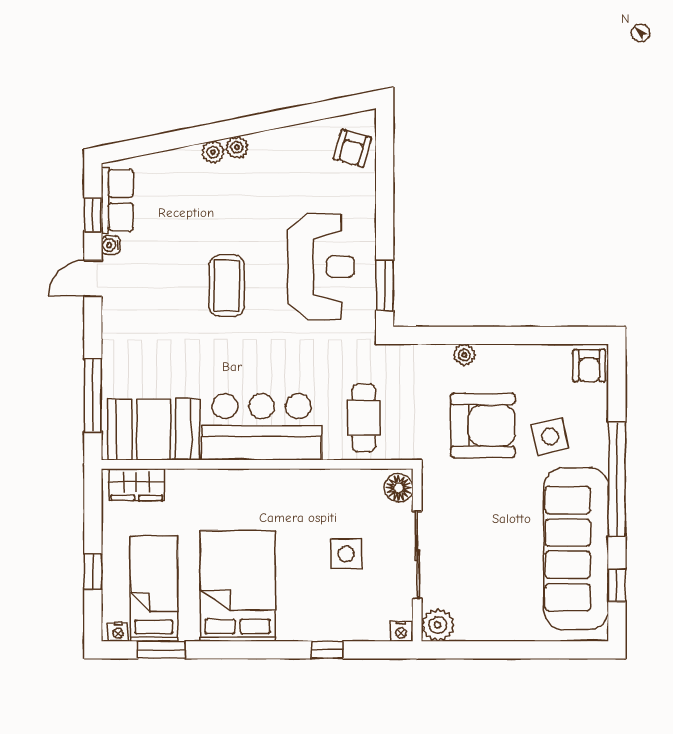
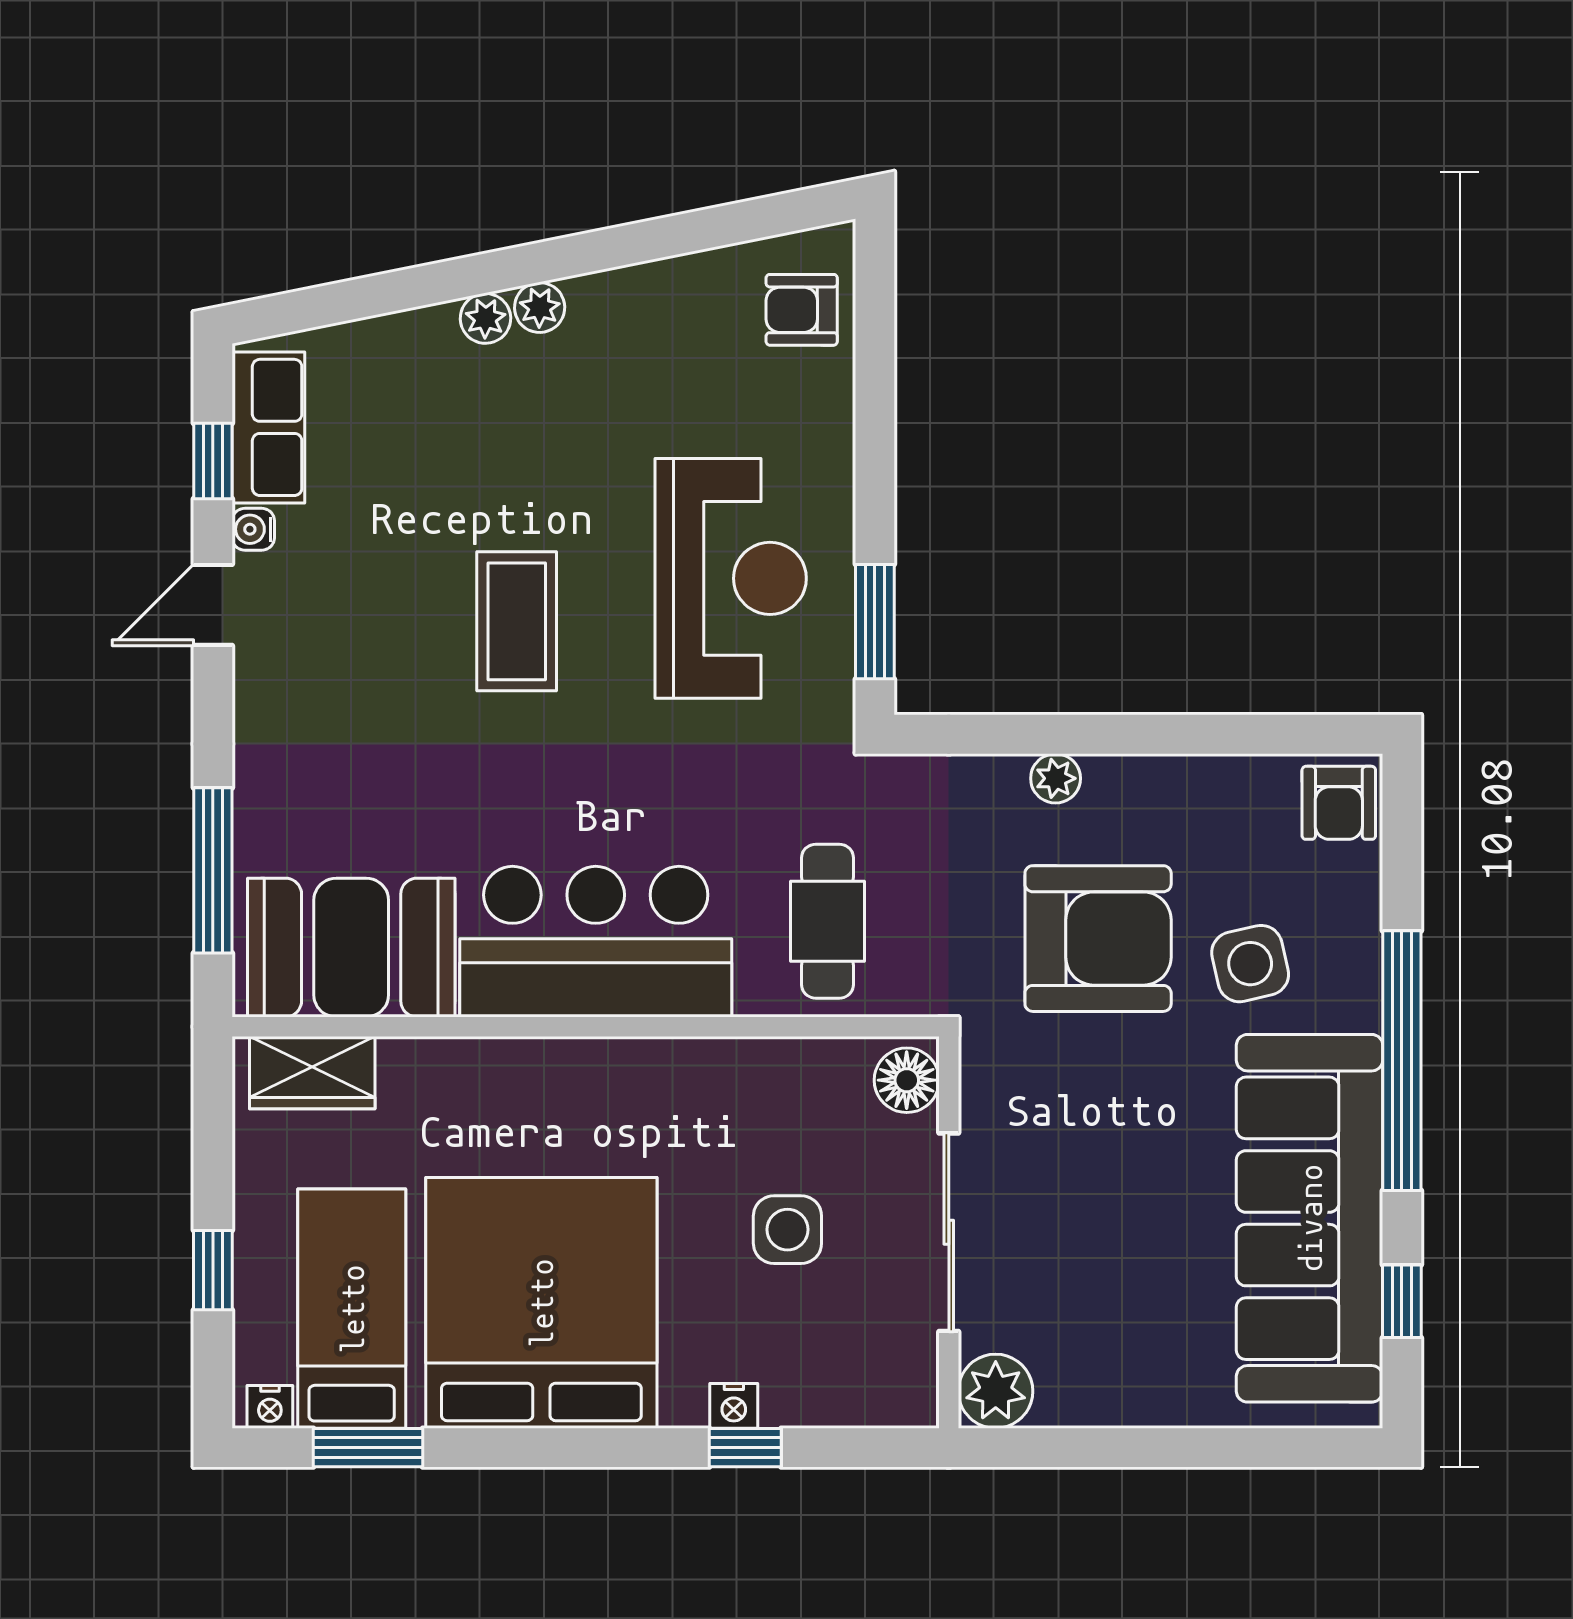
armchair: (352, 148) -> (802, 310), turned 74
bed: (238, 586) -> (541, 1303), width x1.36
nightstand: (401, 631) -> (734, 1406), moved

